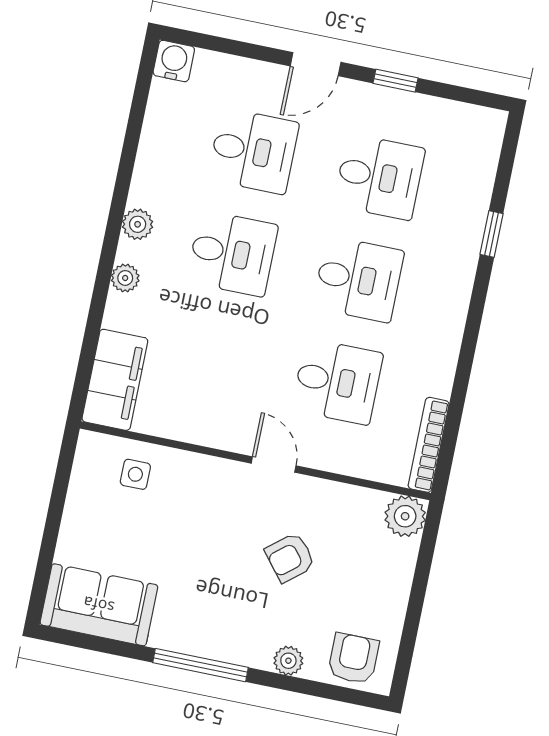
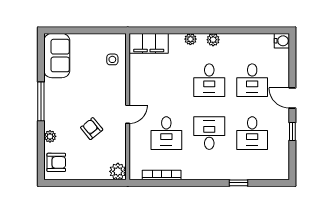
desk: (358, 279) -> (209, 133), turned 180
bookcase: (429, 445) -> (162, 175), moved

